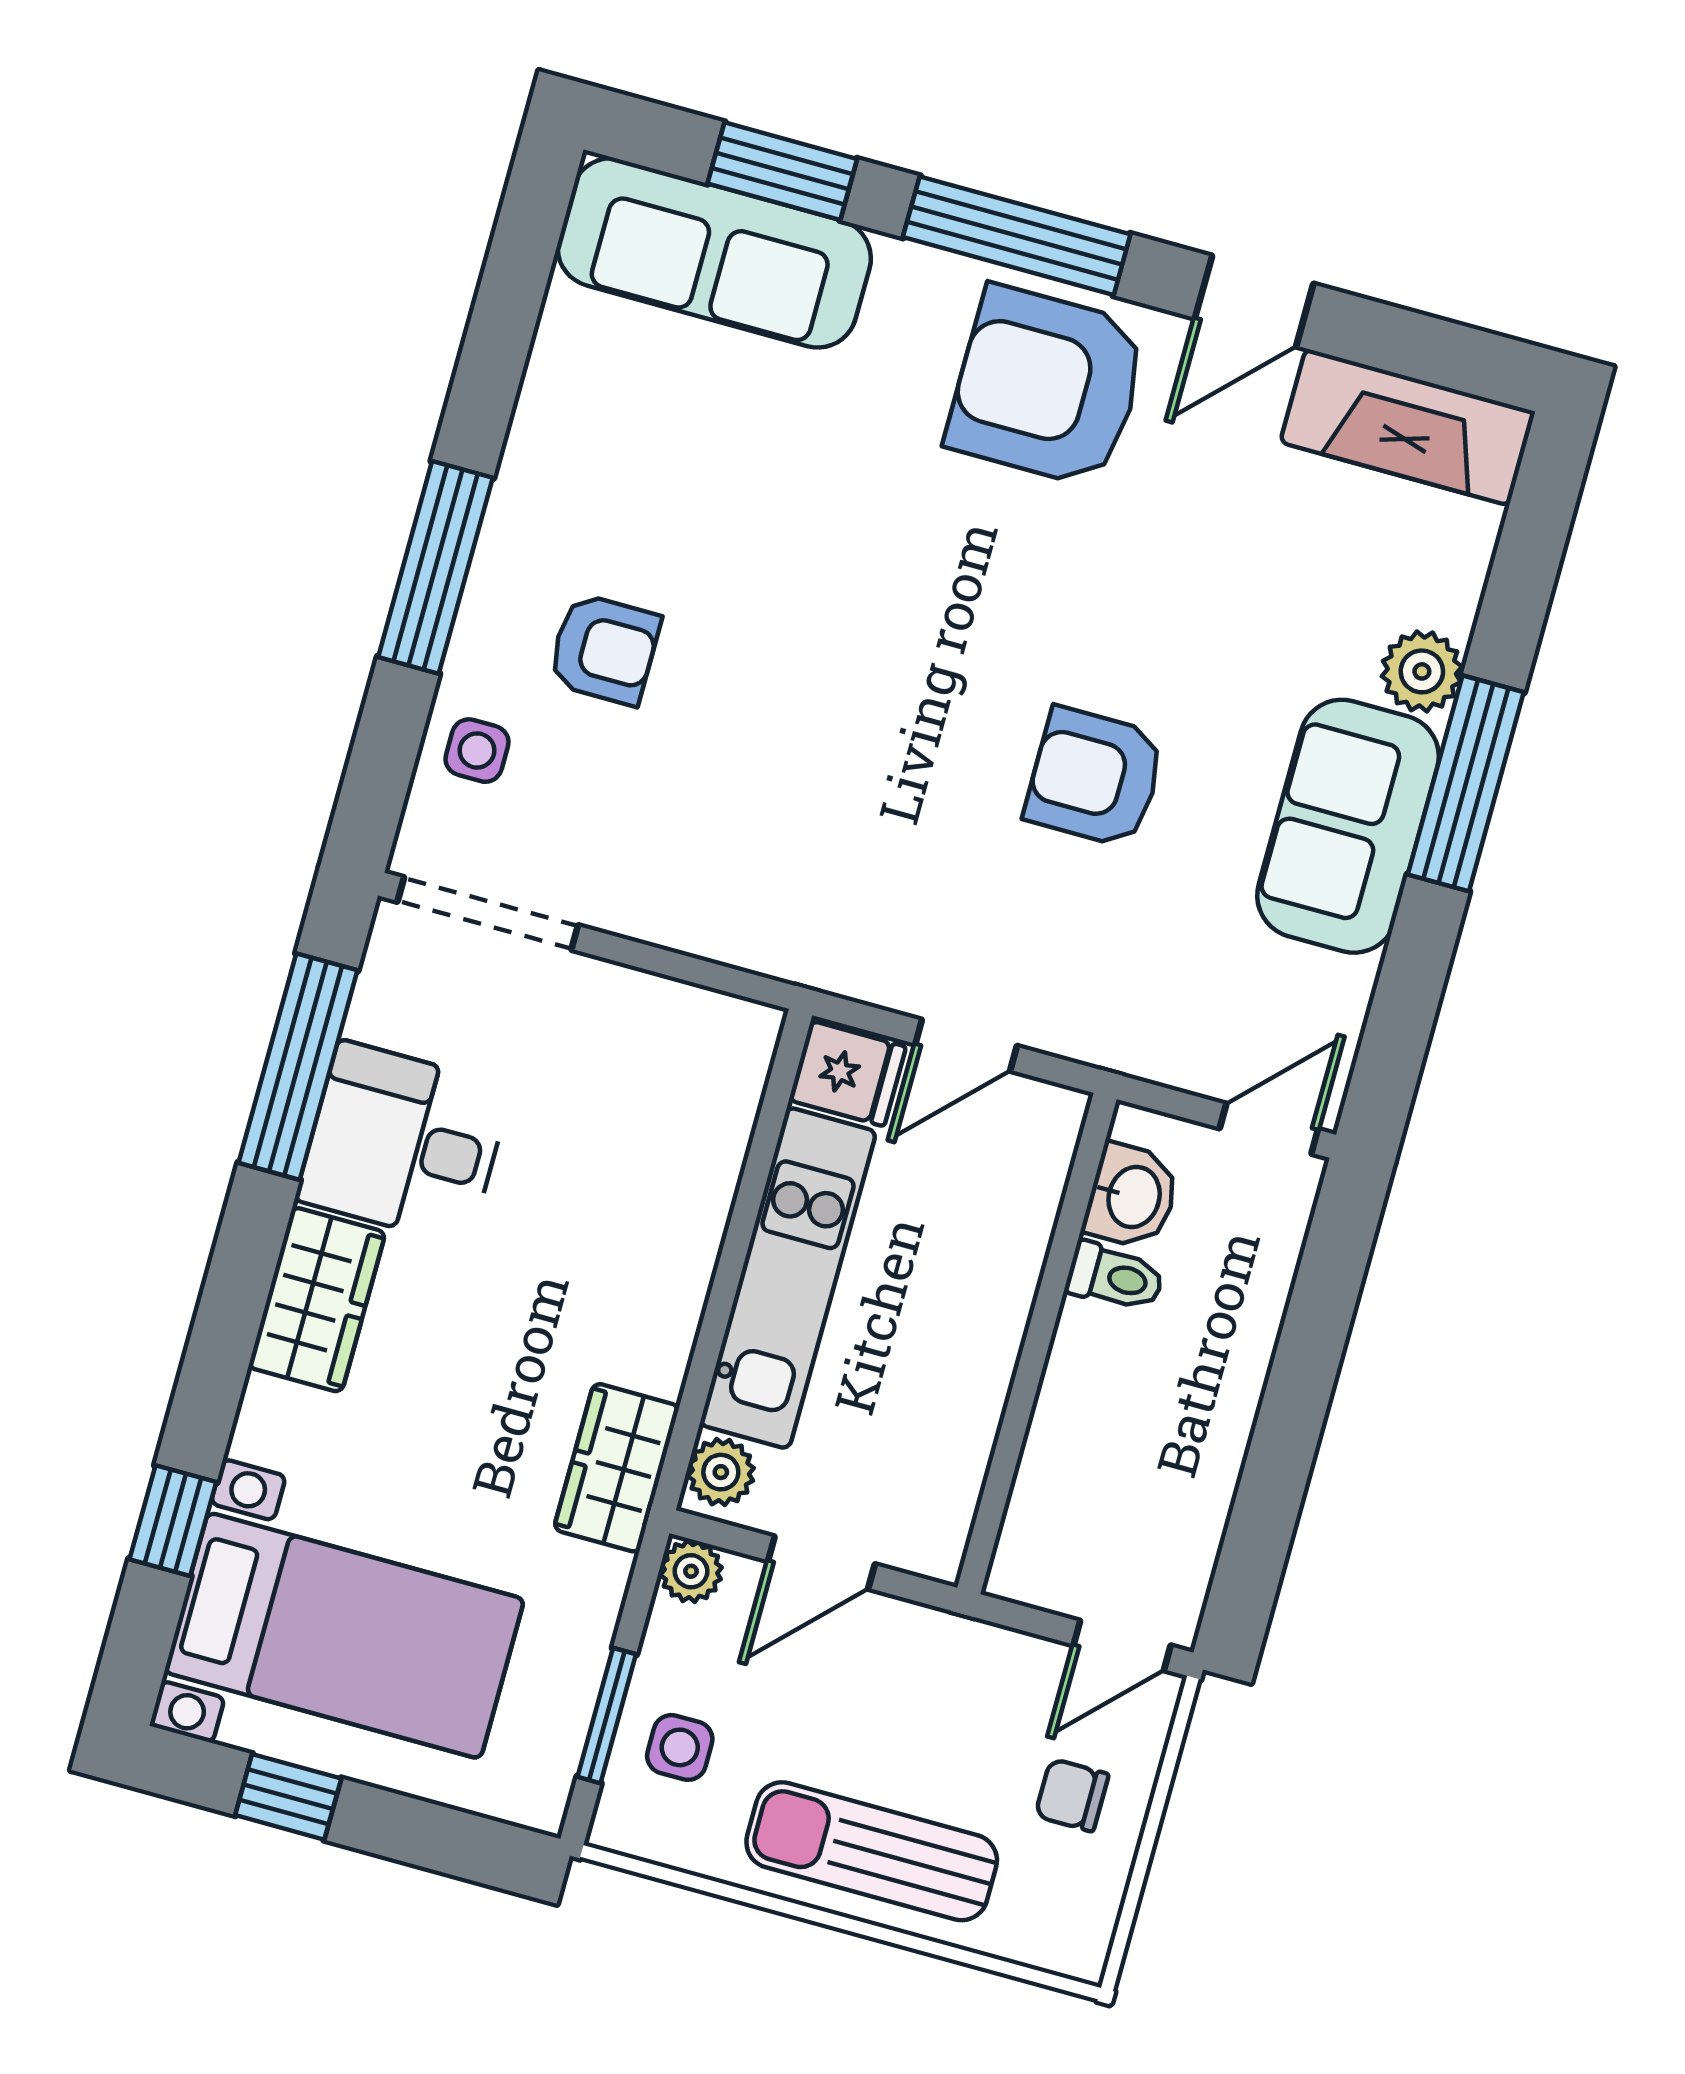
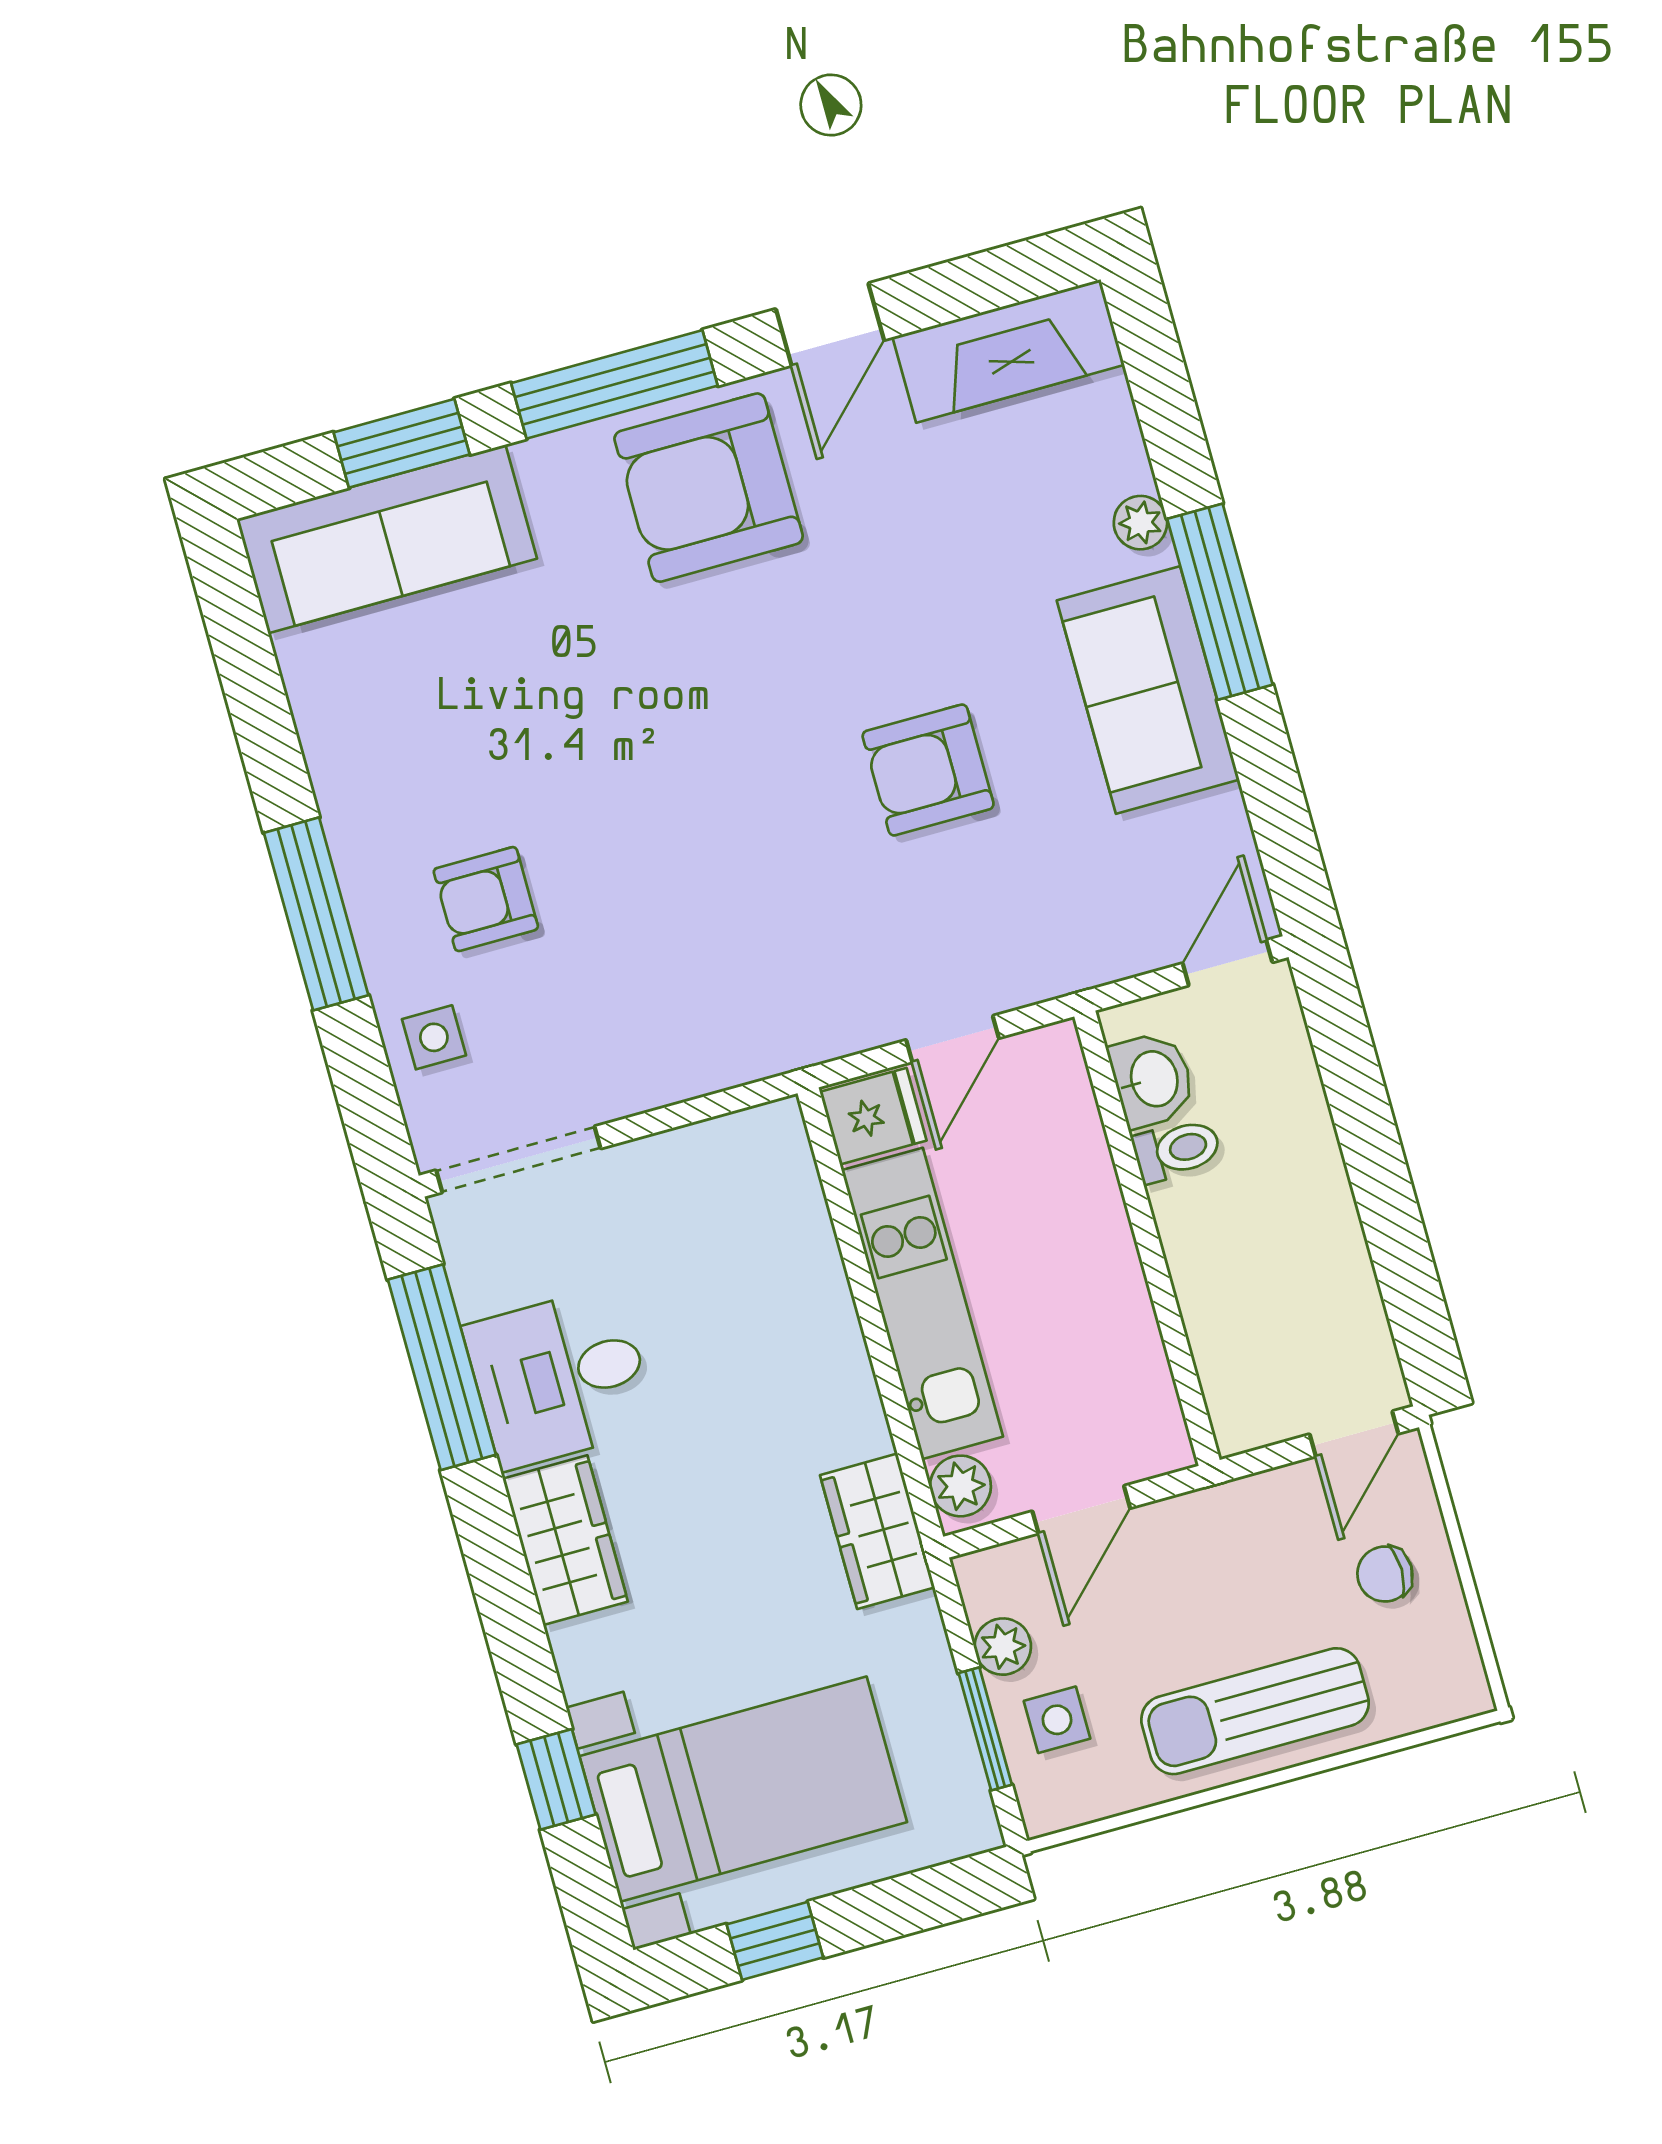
armchair: (604, 649) -> (486, 899), turned 180
plant: (1422, 671) -> (1140, 523), width x0.73, depth x0.73
plant: (691, 1571) -> (1003, 1647), moved

